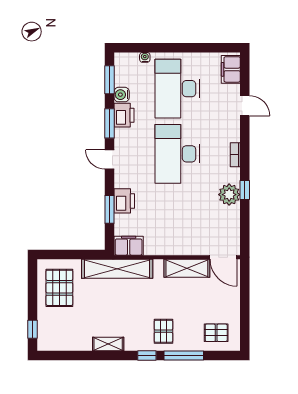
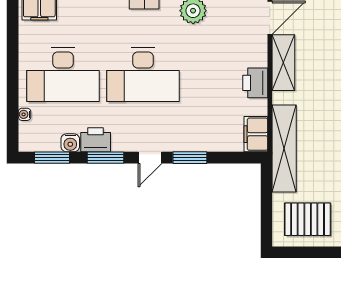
printer: (124, 201) -> (255, 83), moved, turned -90
window: (110, 209) -> (190, 158), moved

